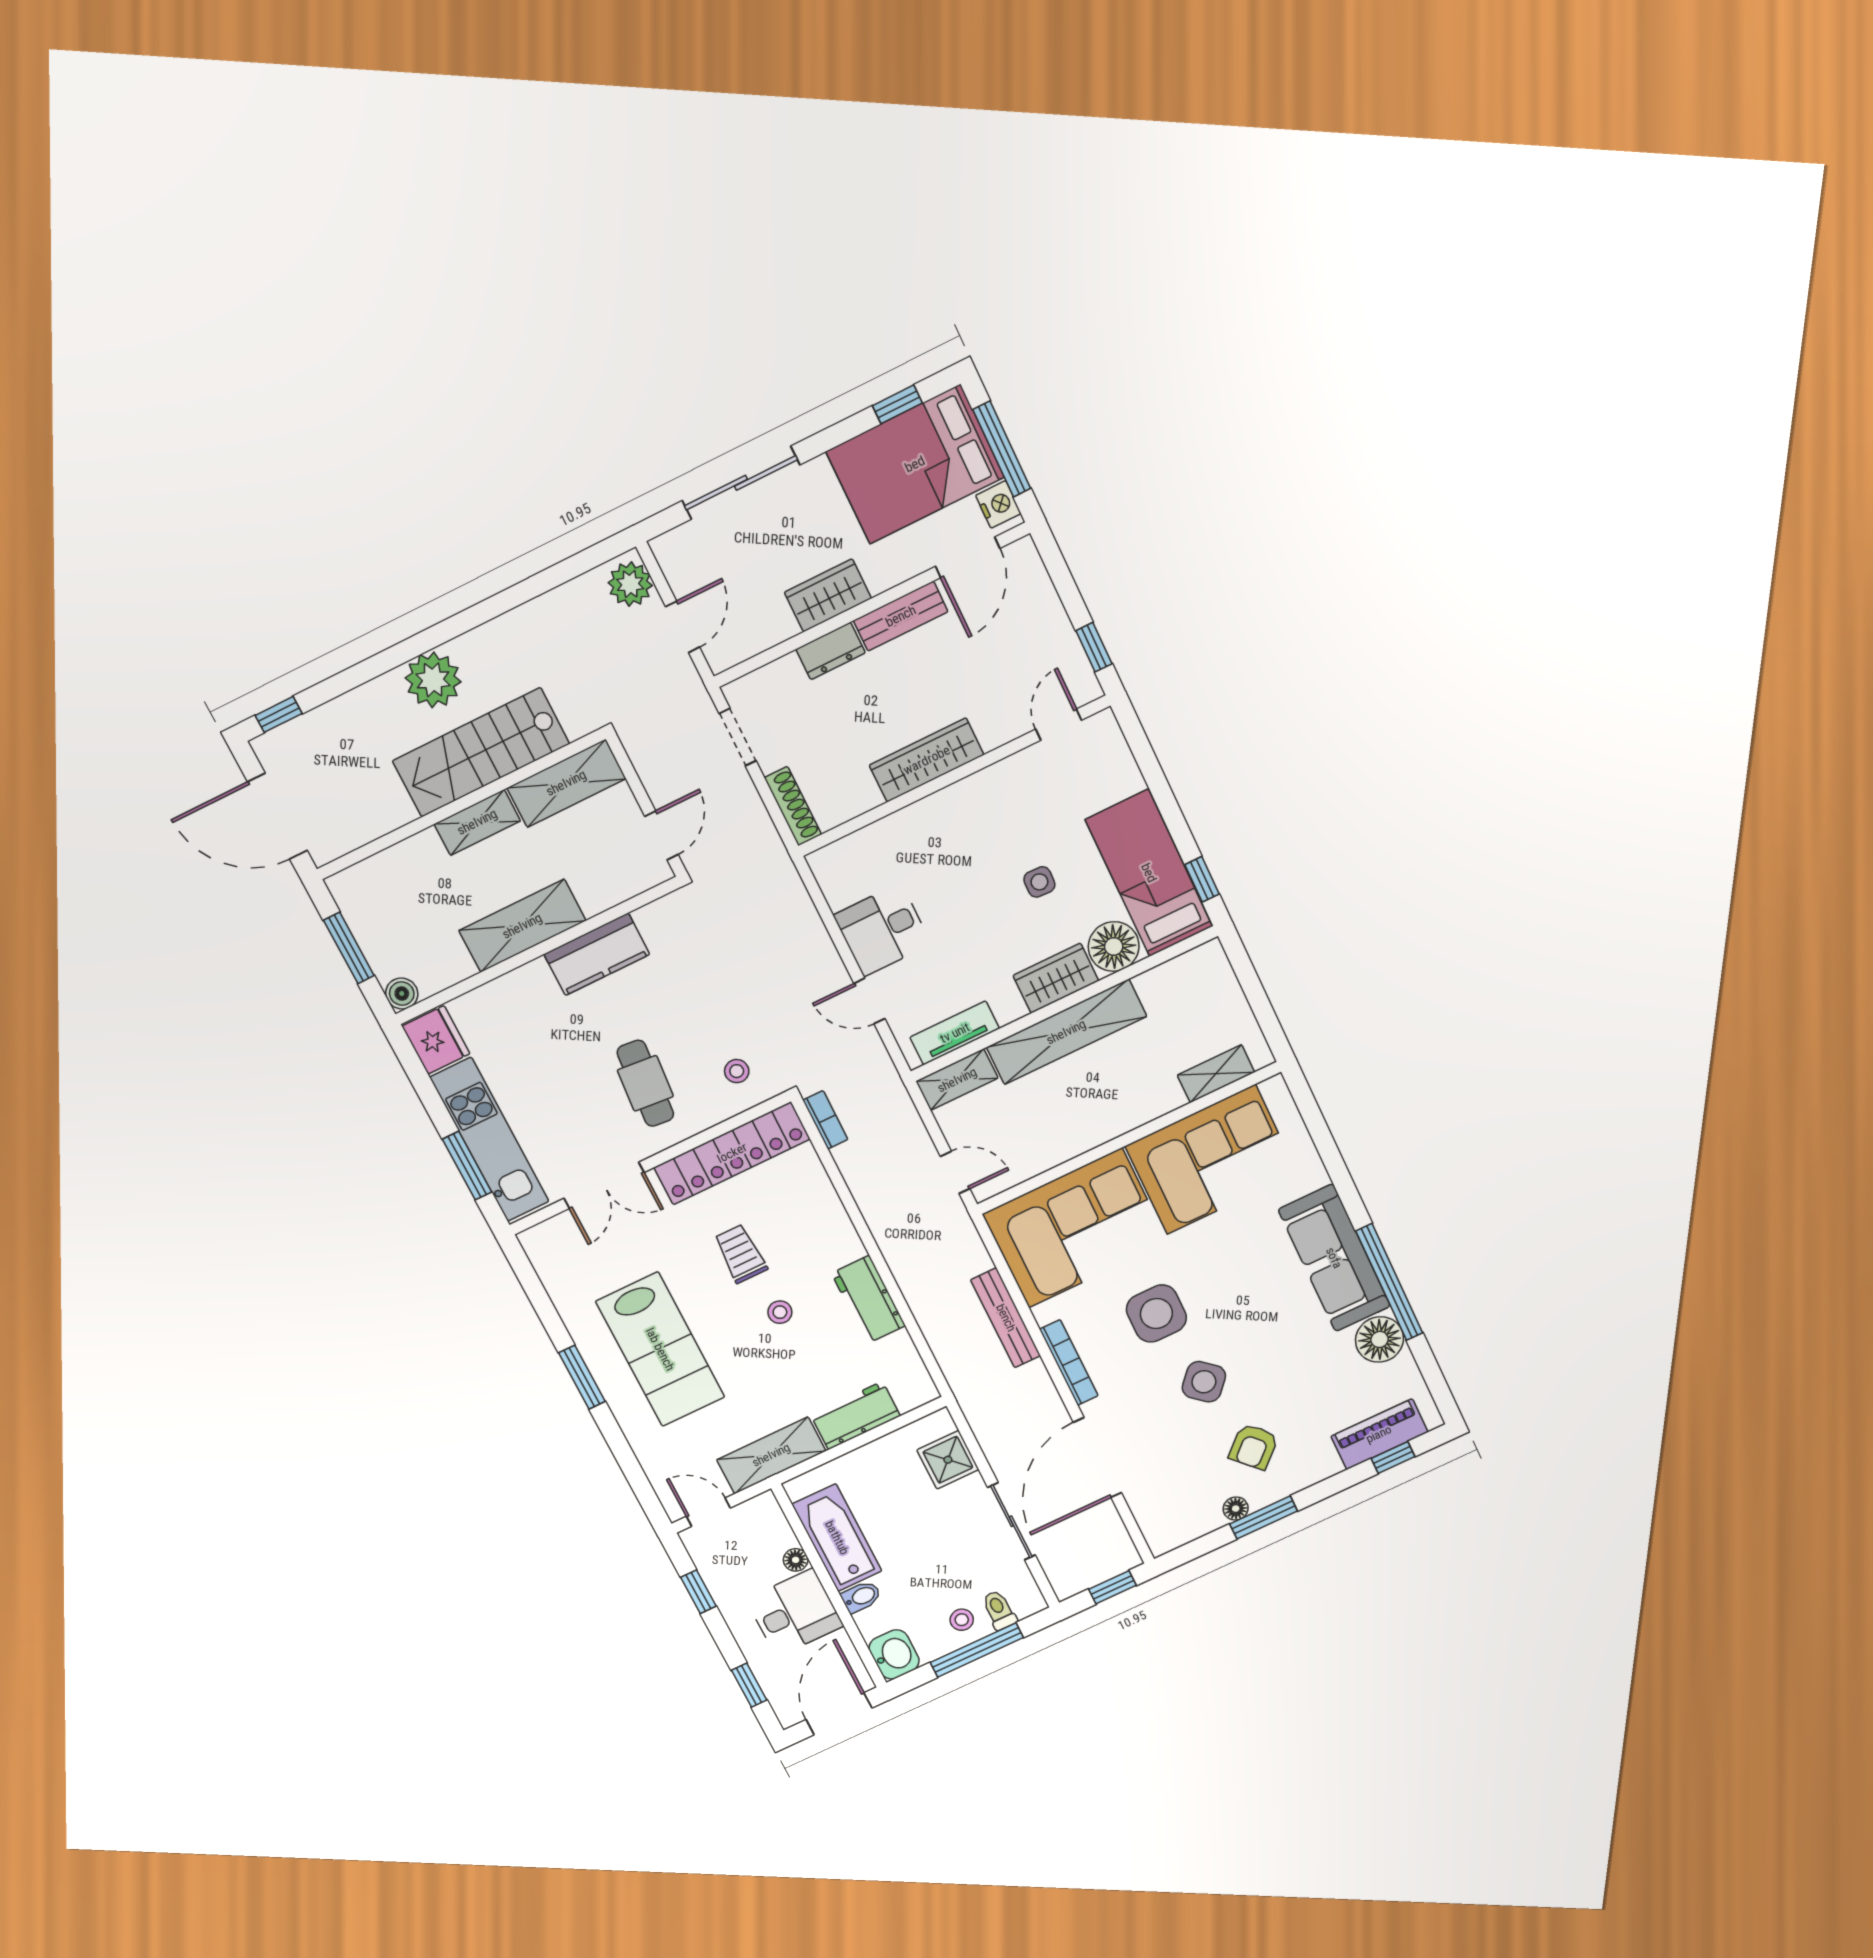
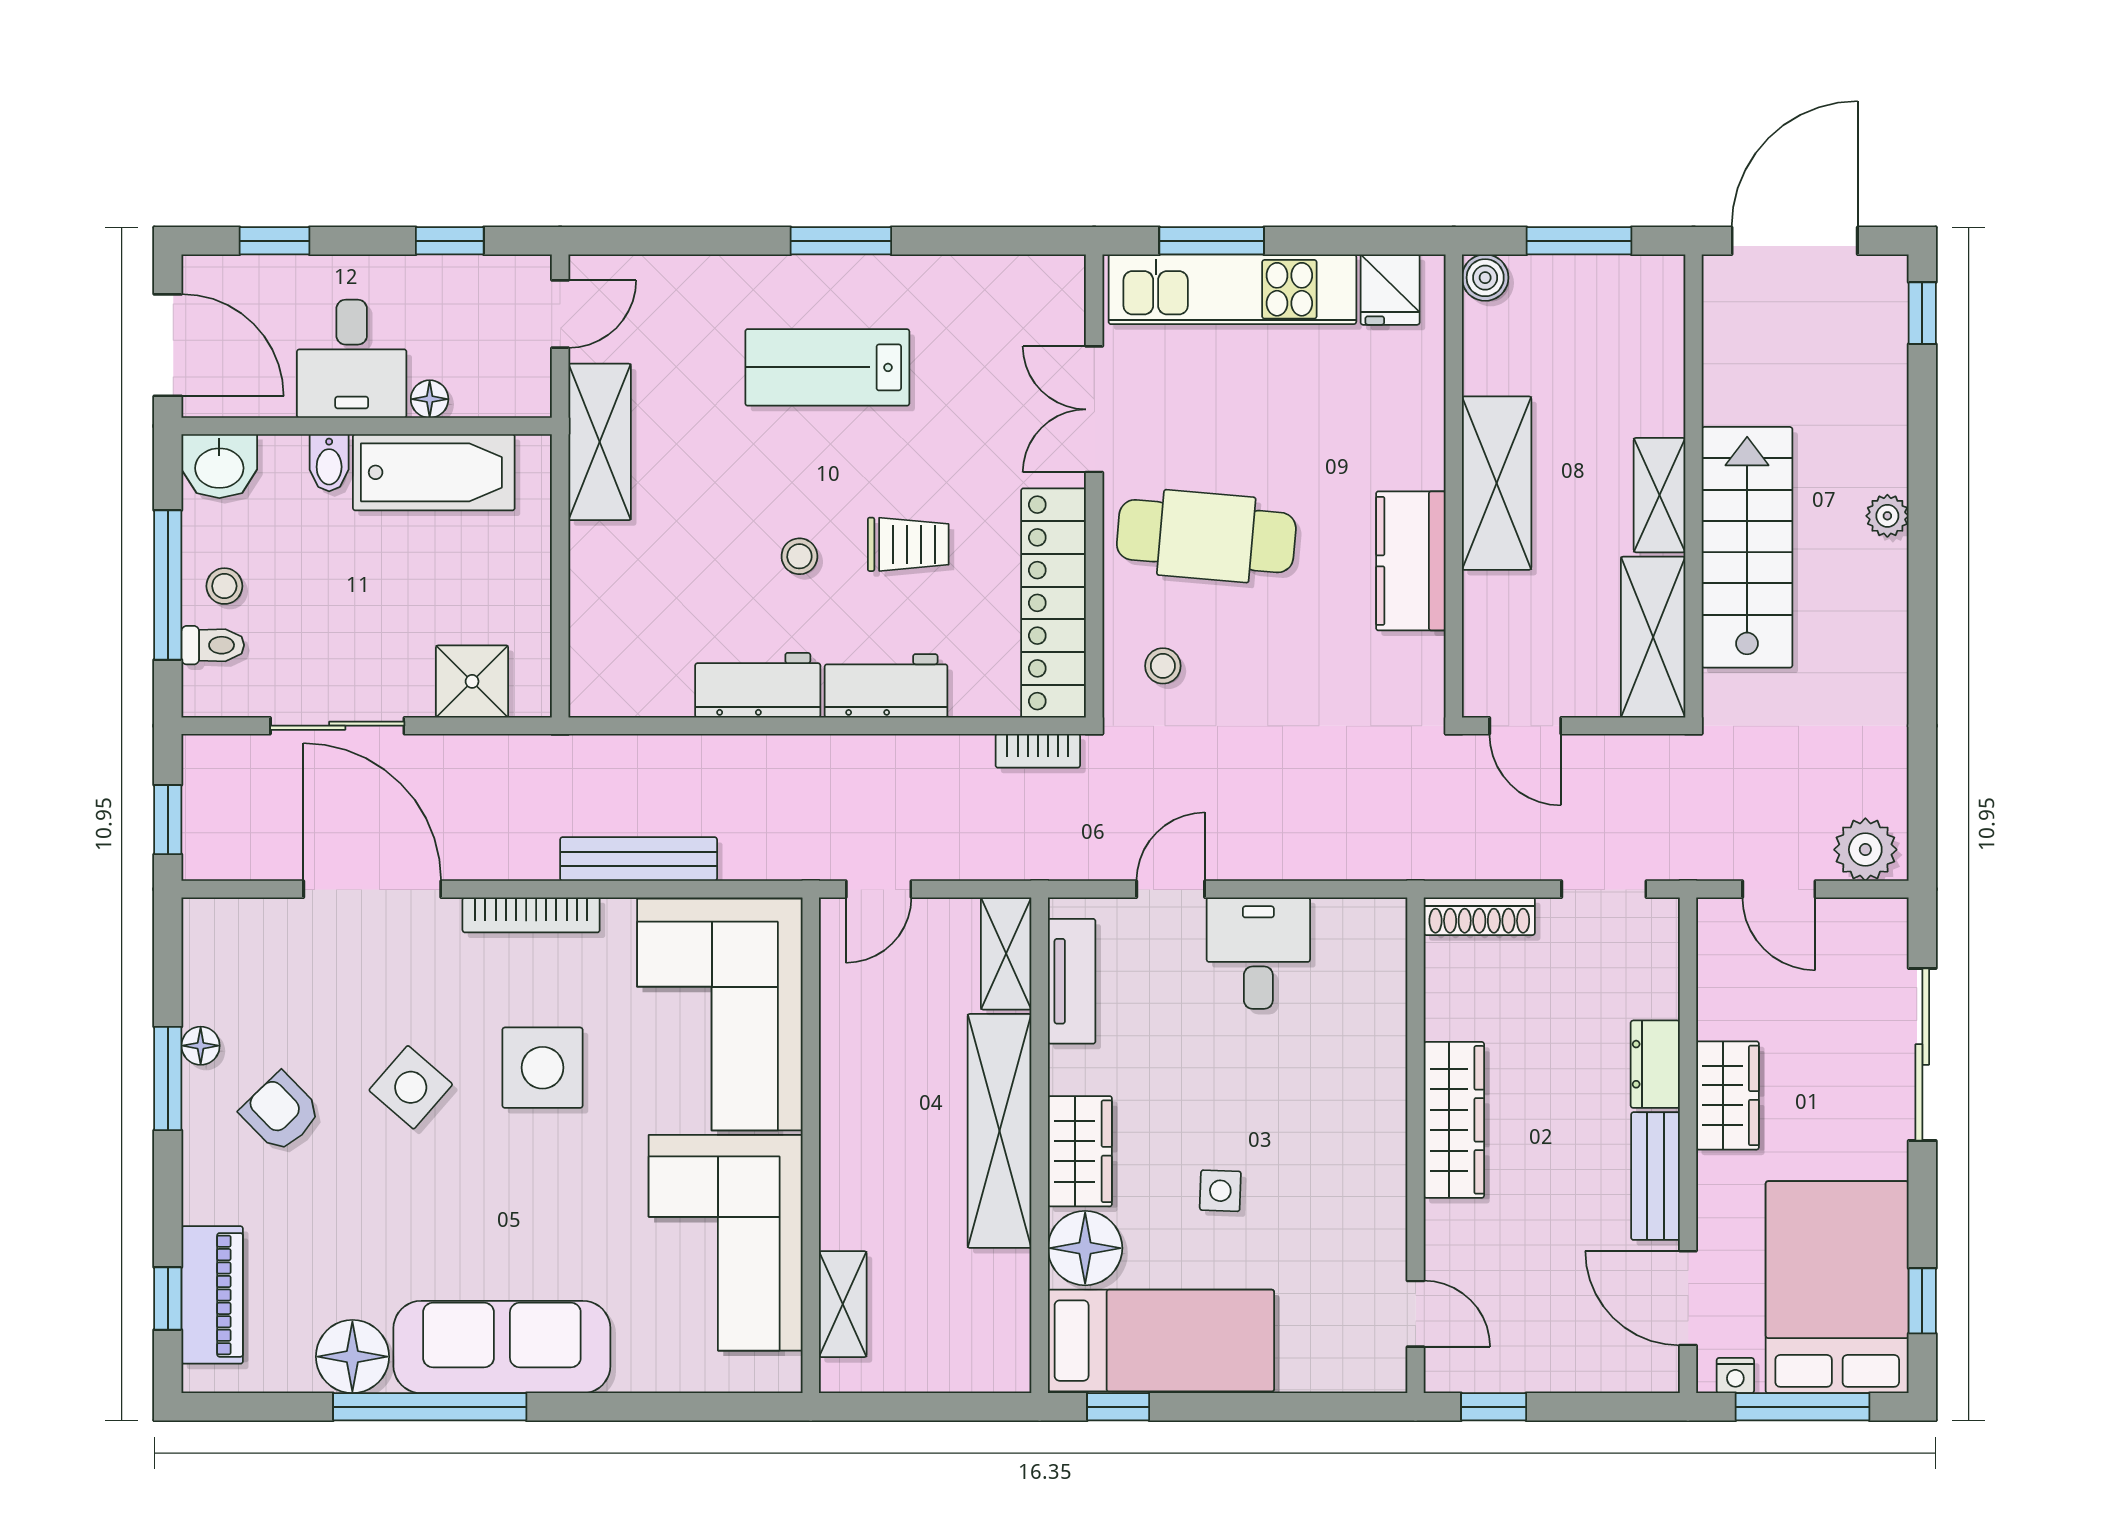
nightstand: (998, 504) -> (1735, 1376), width x0.72, depth x0.74
plant: (433, 680) -> (1887, 516), width x0.53, depth x0.53
fridge: (436, 1040) -> (1390, 290), width x0.72
cafe table: (645, 1083) -> (1206, 536), width x1.37, depth x1.35
lab bench: (660, 1349) -> (827, 367), width x0.73, depth x0.72
workbench: (855, 1415) -> (886, 686), moved, turned -90

